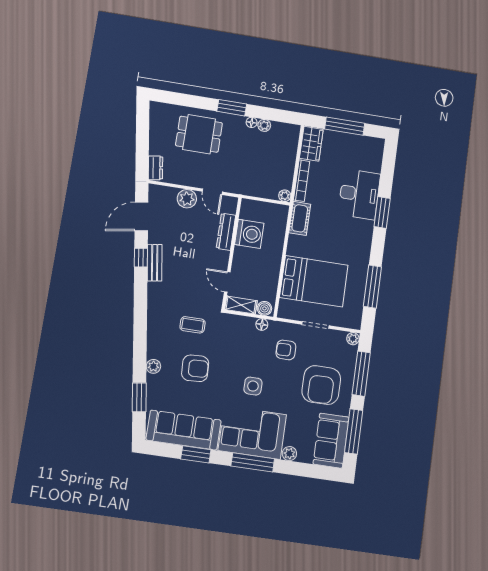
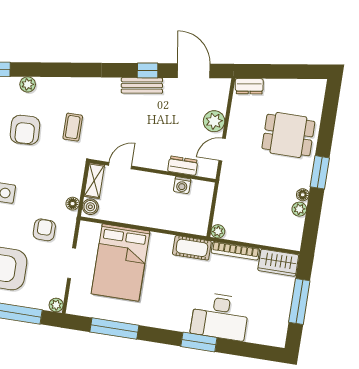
dining table: (199, 134) -> (288, 135), turned 90
dresser: (226, 232) -> (183, 166), width x0.70
washing machine: (249, 234) -> (182, 185), width x0.53, depth x0.53

